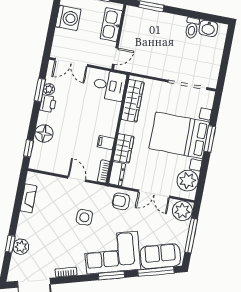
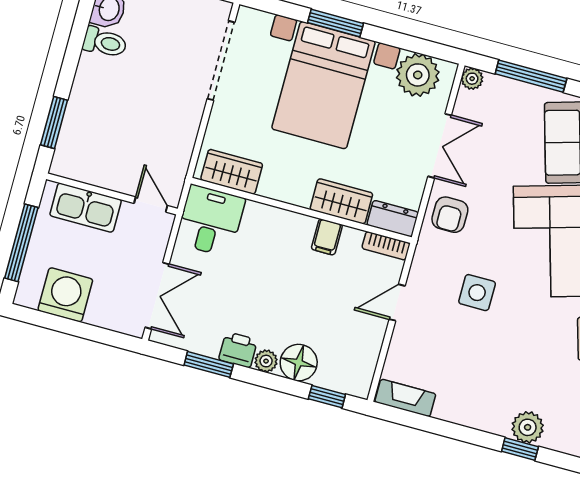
plant: (49, 89) -> (266, 361), moved
wardrobe: (133, 101) -> (232, 172), width x0.67
fireplace: (28, 198) -> (405, 398), moved
plant: (182, 211) -> (472, 79), width x0.53, depth x0.53

